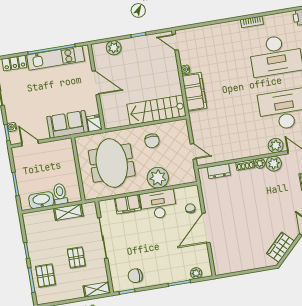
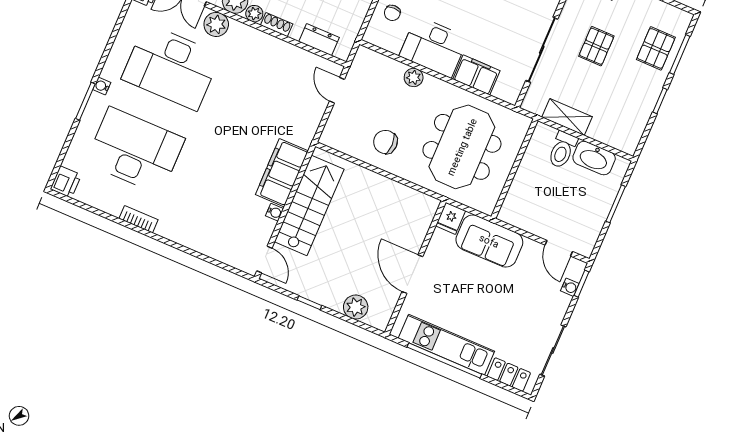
stairs: (156, 110) -> (309, 206), moved, turned -90
chair: (152, 141) -> (385, 142), turned -90
plant: (158, 178) -> (414, 77), width x0.53, depth x0.53

